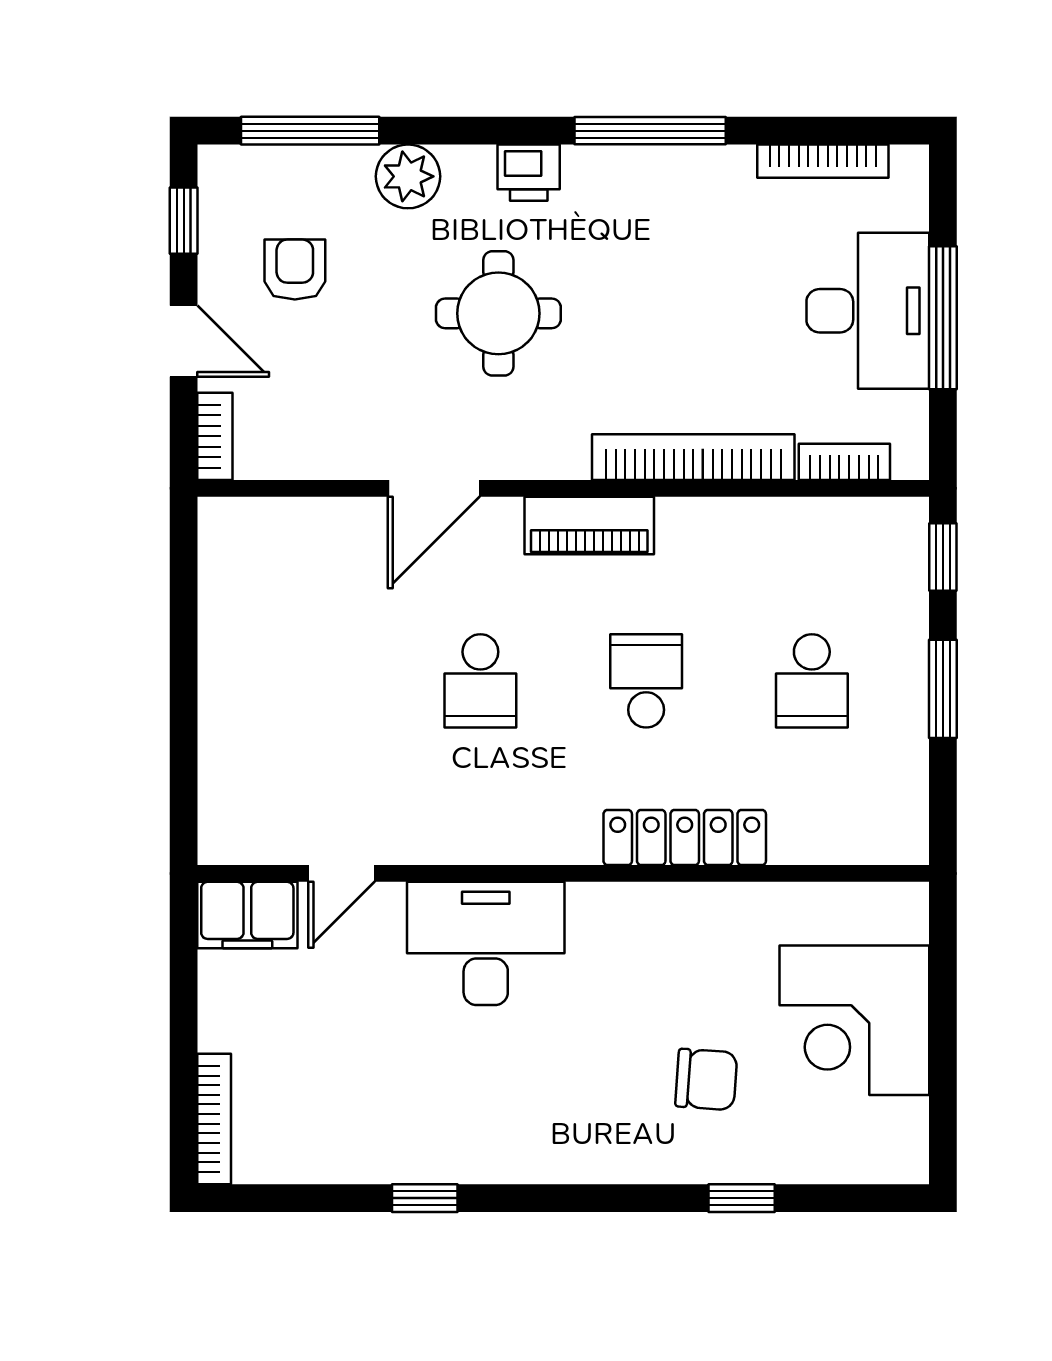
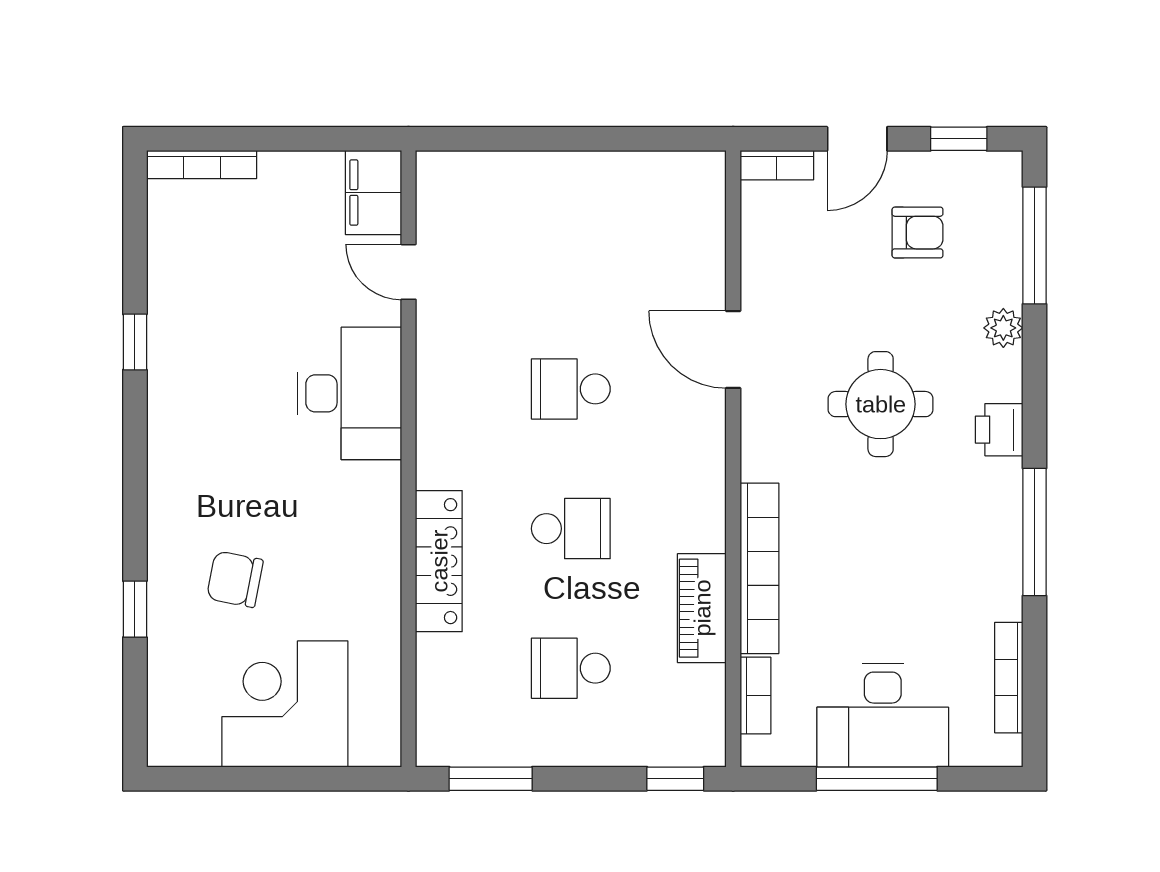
plant: (408, 176) -> (1003, 328), width x0.73, depth x0.73
piano: (589, 525) -> (702, 608), moved
window: (943, 689) -> (491, 779), moved
chair: (706, 1079) -> (235, 579), turned 97

